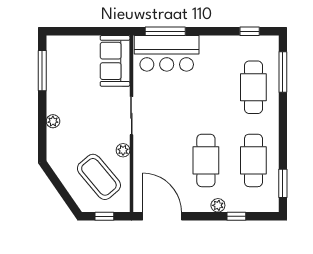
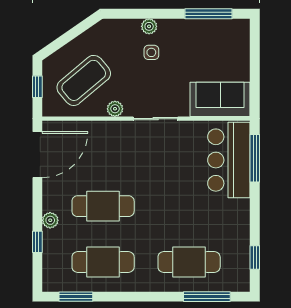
side table: (75, 119) -> (151, 52), added

